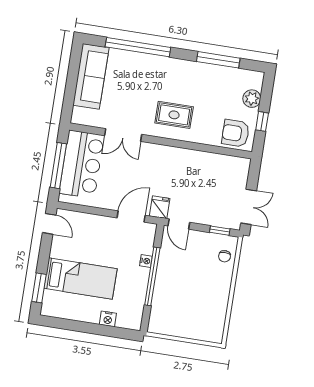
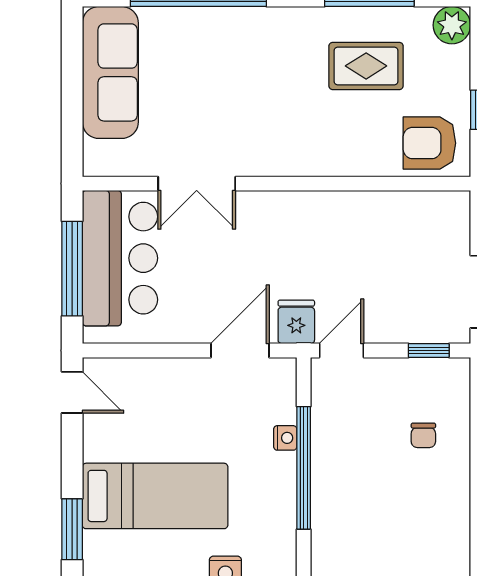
plant: (252, 99) -> (452, 25), moved
rug: (174, 115) -> (366, 66), moved
door: (179, 224) -> (341, 350), swing flipped
chair: (225, 256) -> (423, 435), moved

